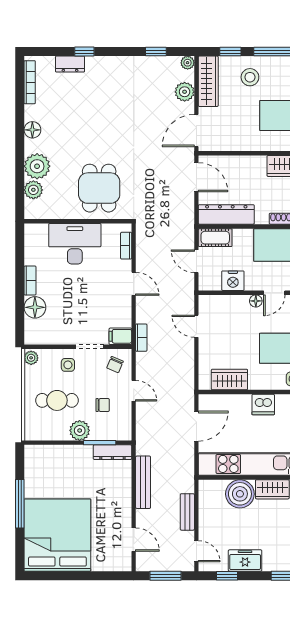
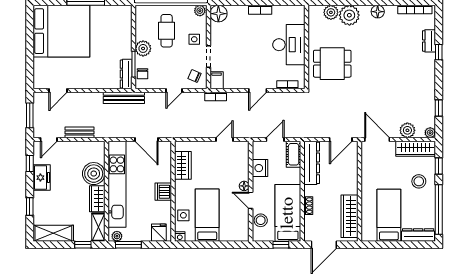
floor lamp: (35, 307) -> (218, 14), moved
chair: (103, 405) -> (143, 74), moved
bench: (143, 482) -> (124, 98), moved

